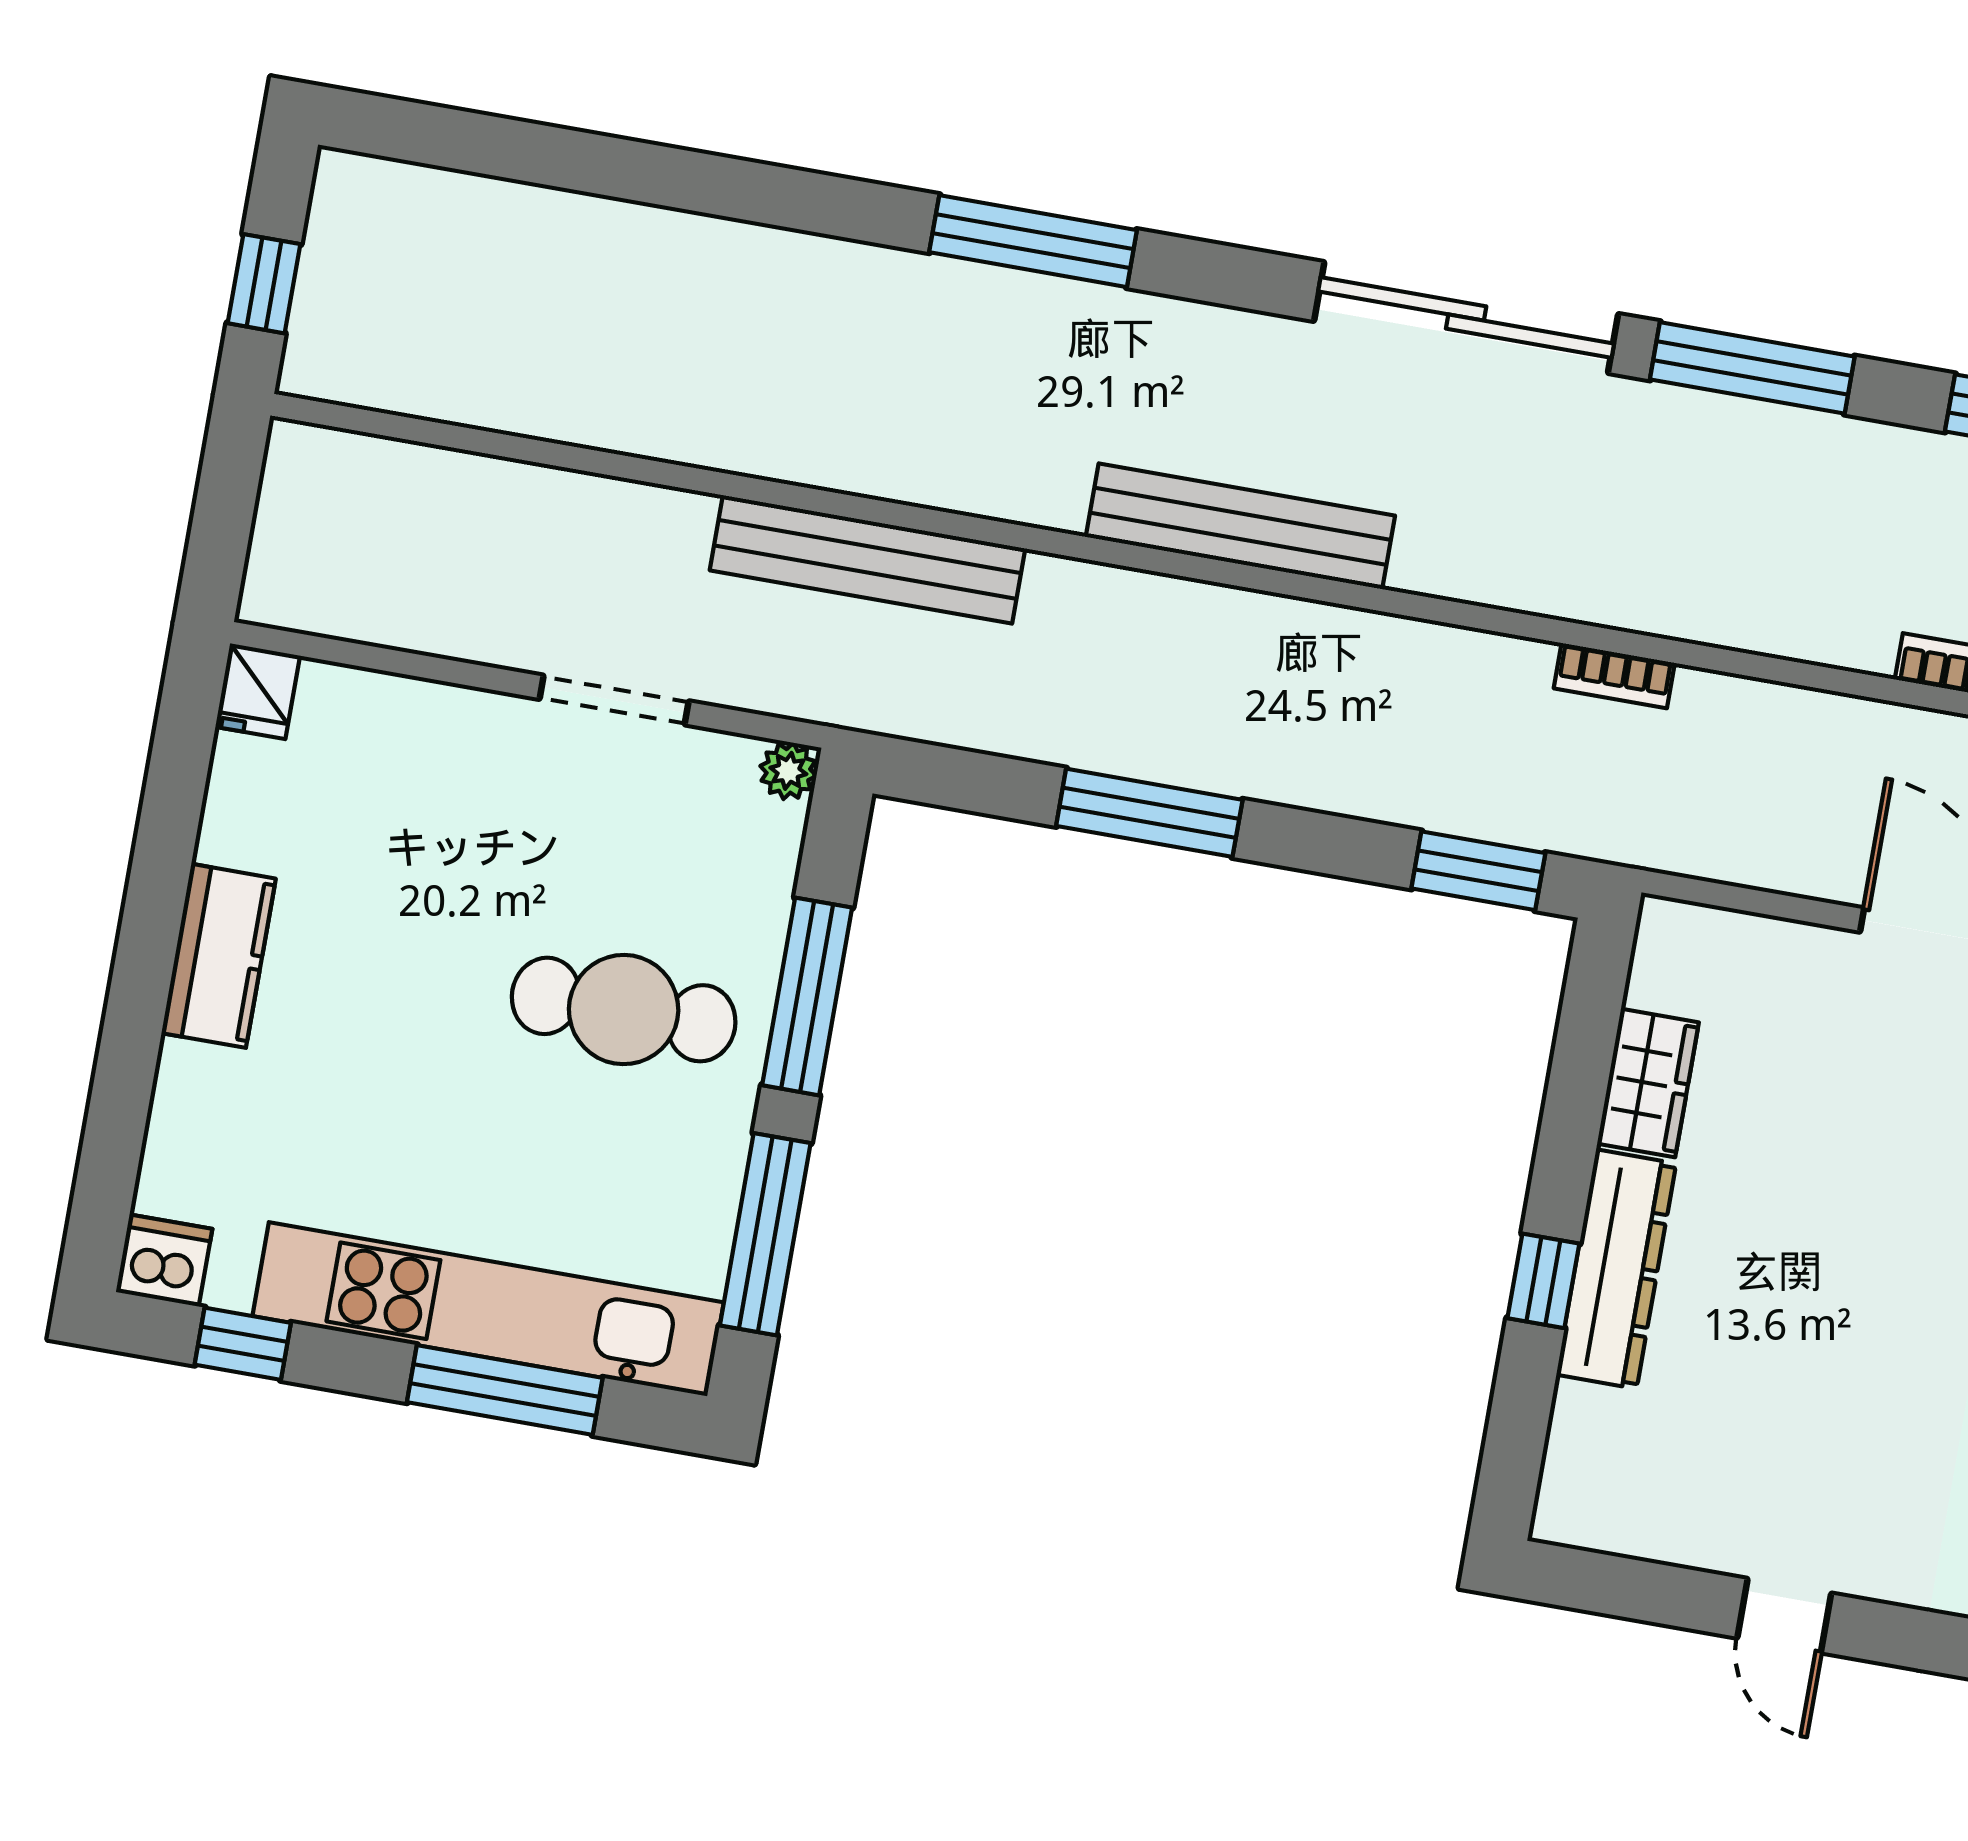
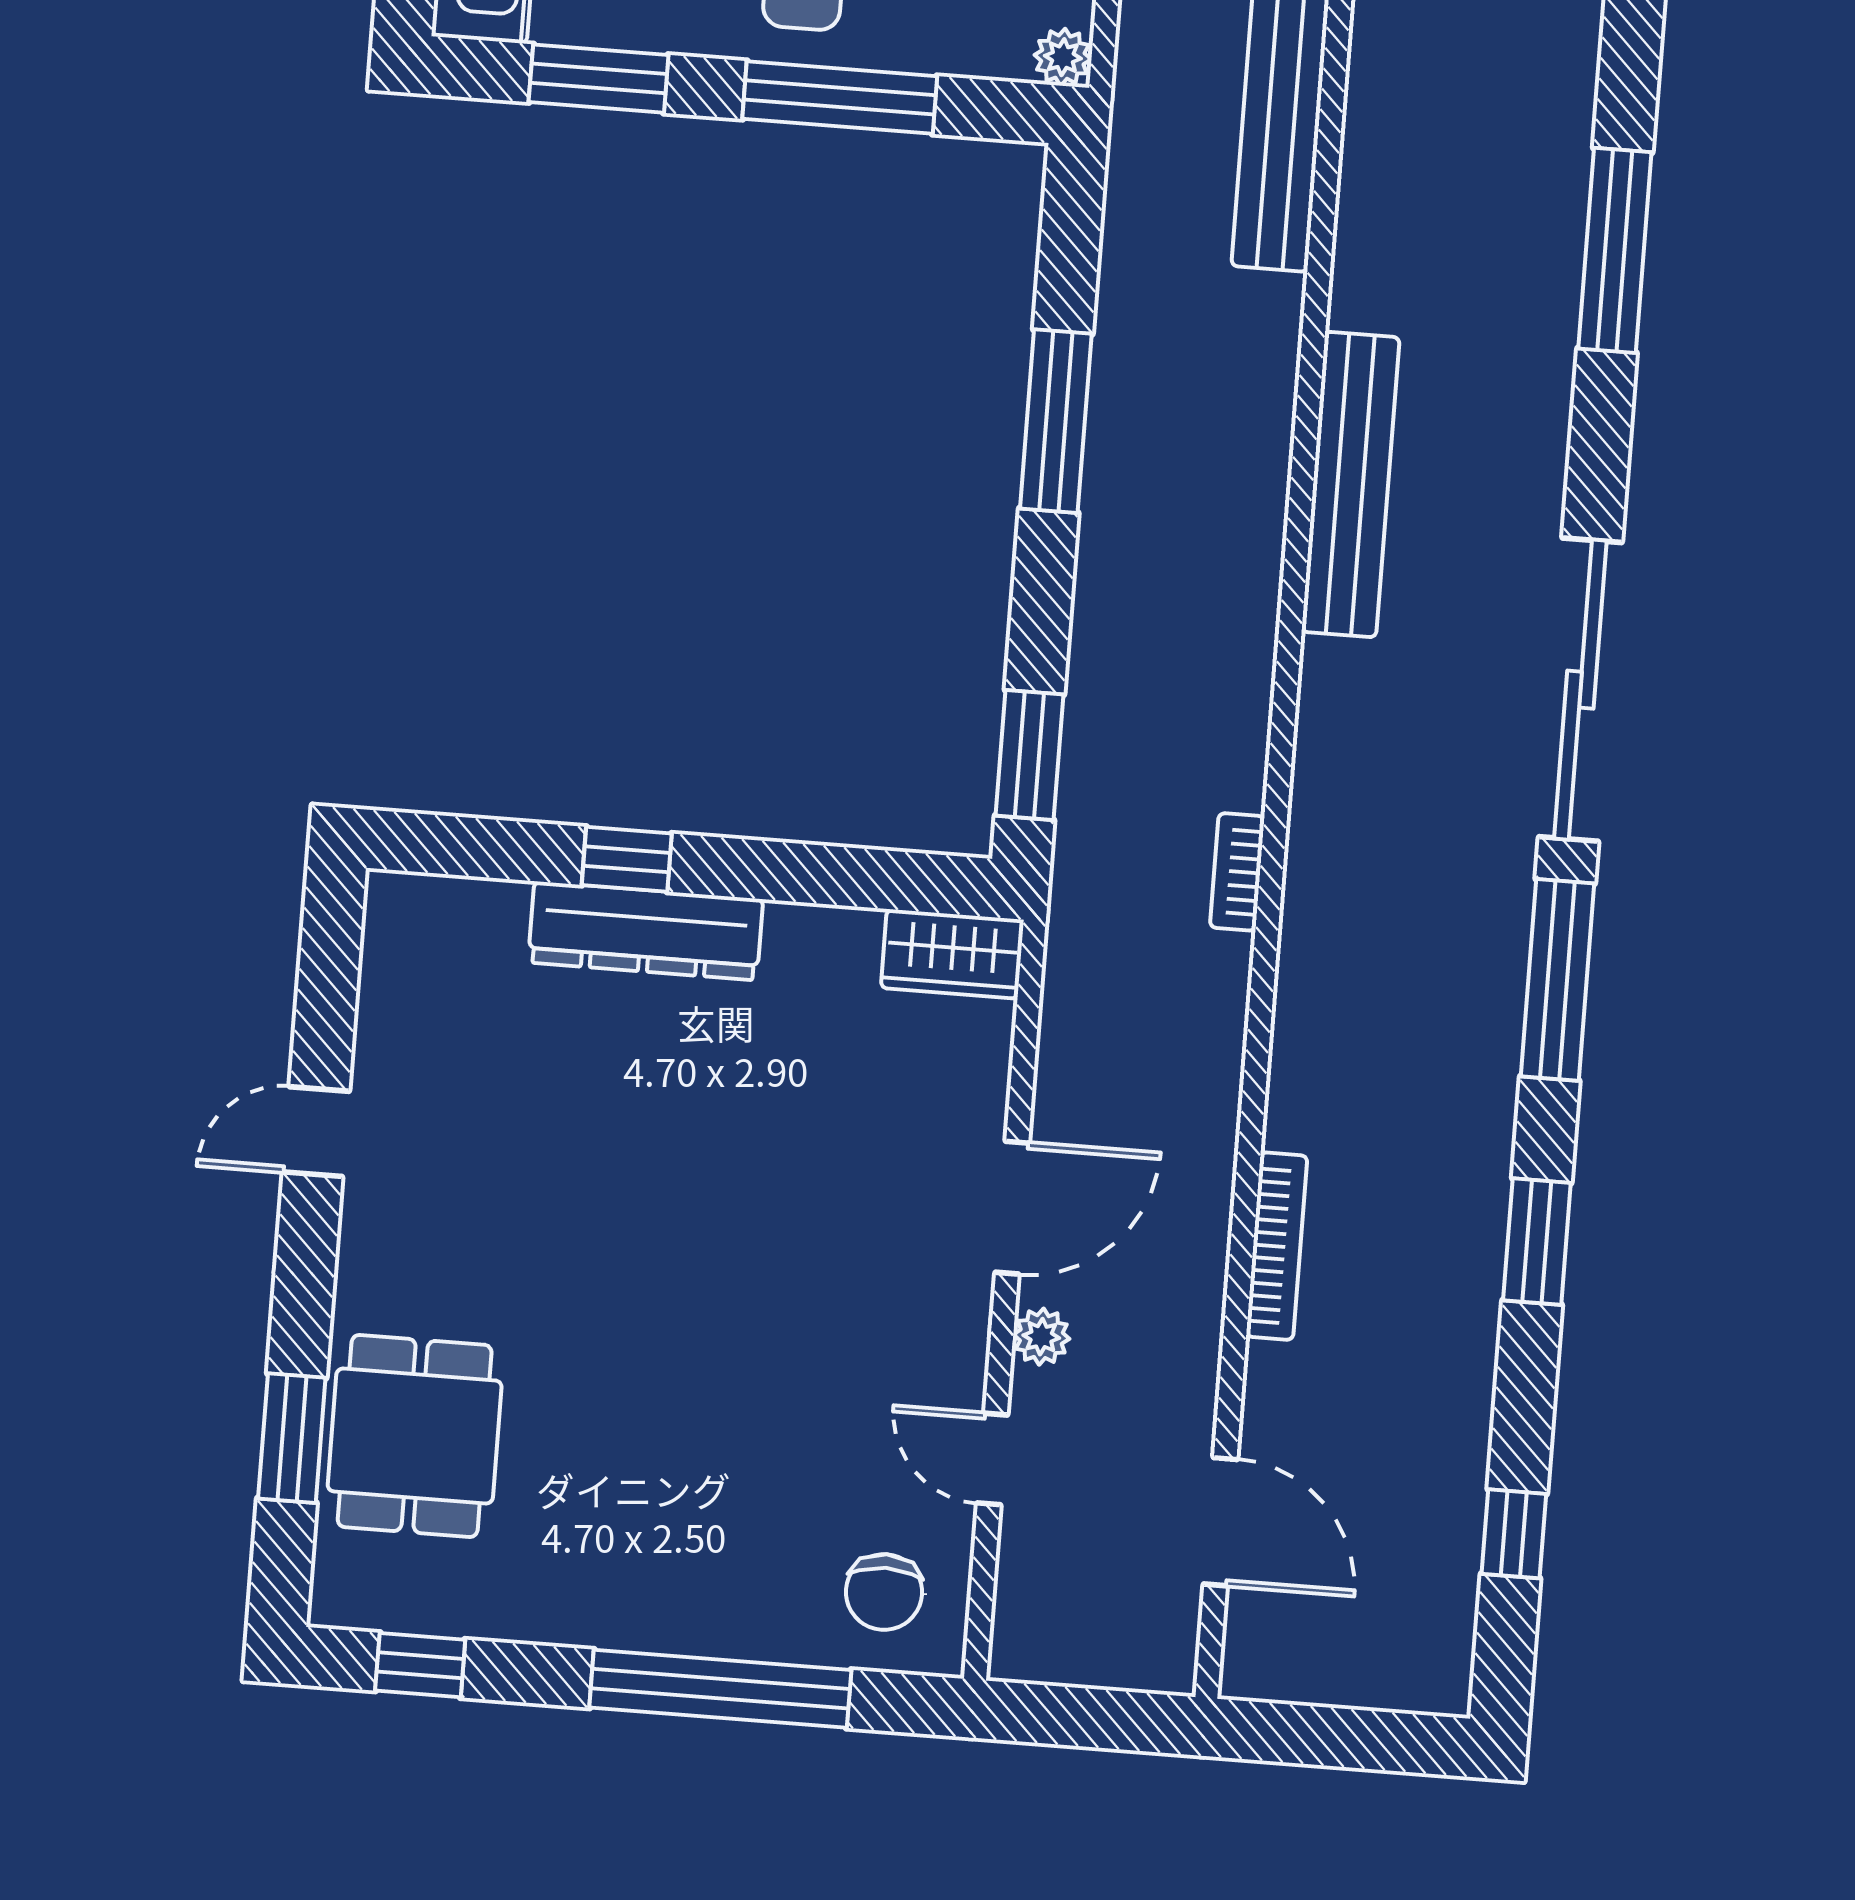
wardrobe: (1648, 1083) -> (952, 954), moved
window: (765, 1234) -> (599, 79), width x0.69

